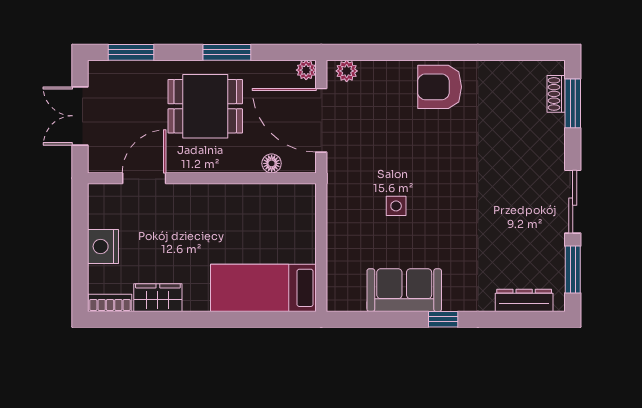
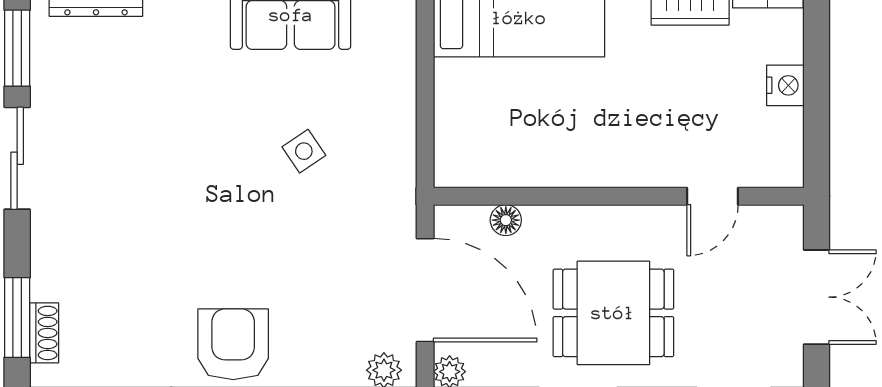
armchair: (440, 87) -> (233, 344), turned -90
door: (144, 178) -> (713, 196), width x0.73
side table: (396, 206) -> (304, 151), turned -34
nightstand: (103, 246) -> (785, 85), width x0.74, depth x0.75

